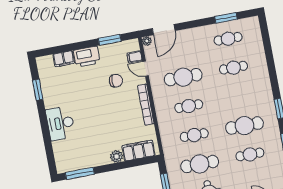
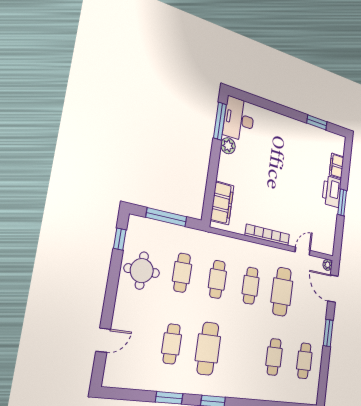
window: (226, 18) -> (328, 333), moved
window: (110, 40) -> (342, 202), moved
filing cabinet: (134, 57) -> (317, 244), removed
chair: (116, 81) -> (301, 212), removed
desk: (60, 123) -> (239, 119), moved, turned -90
plant: (117, 156) -> (228, 146), moved
cafe table: (200, 164) -> (182, 273), width x0.73, depth x0.74

